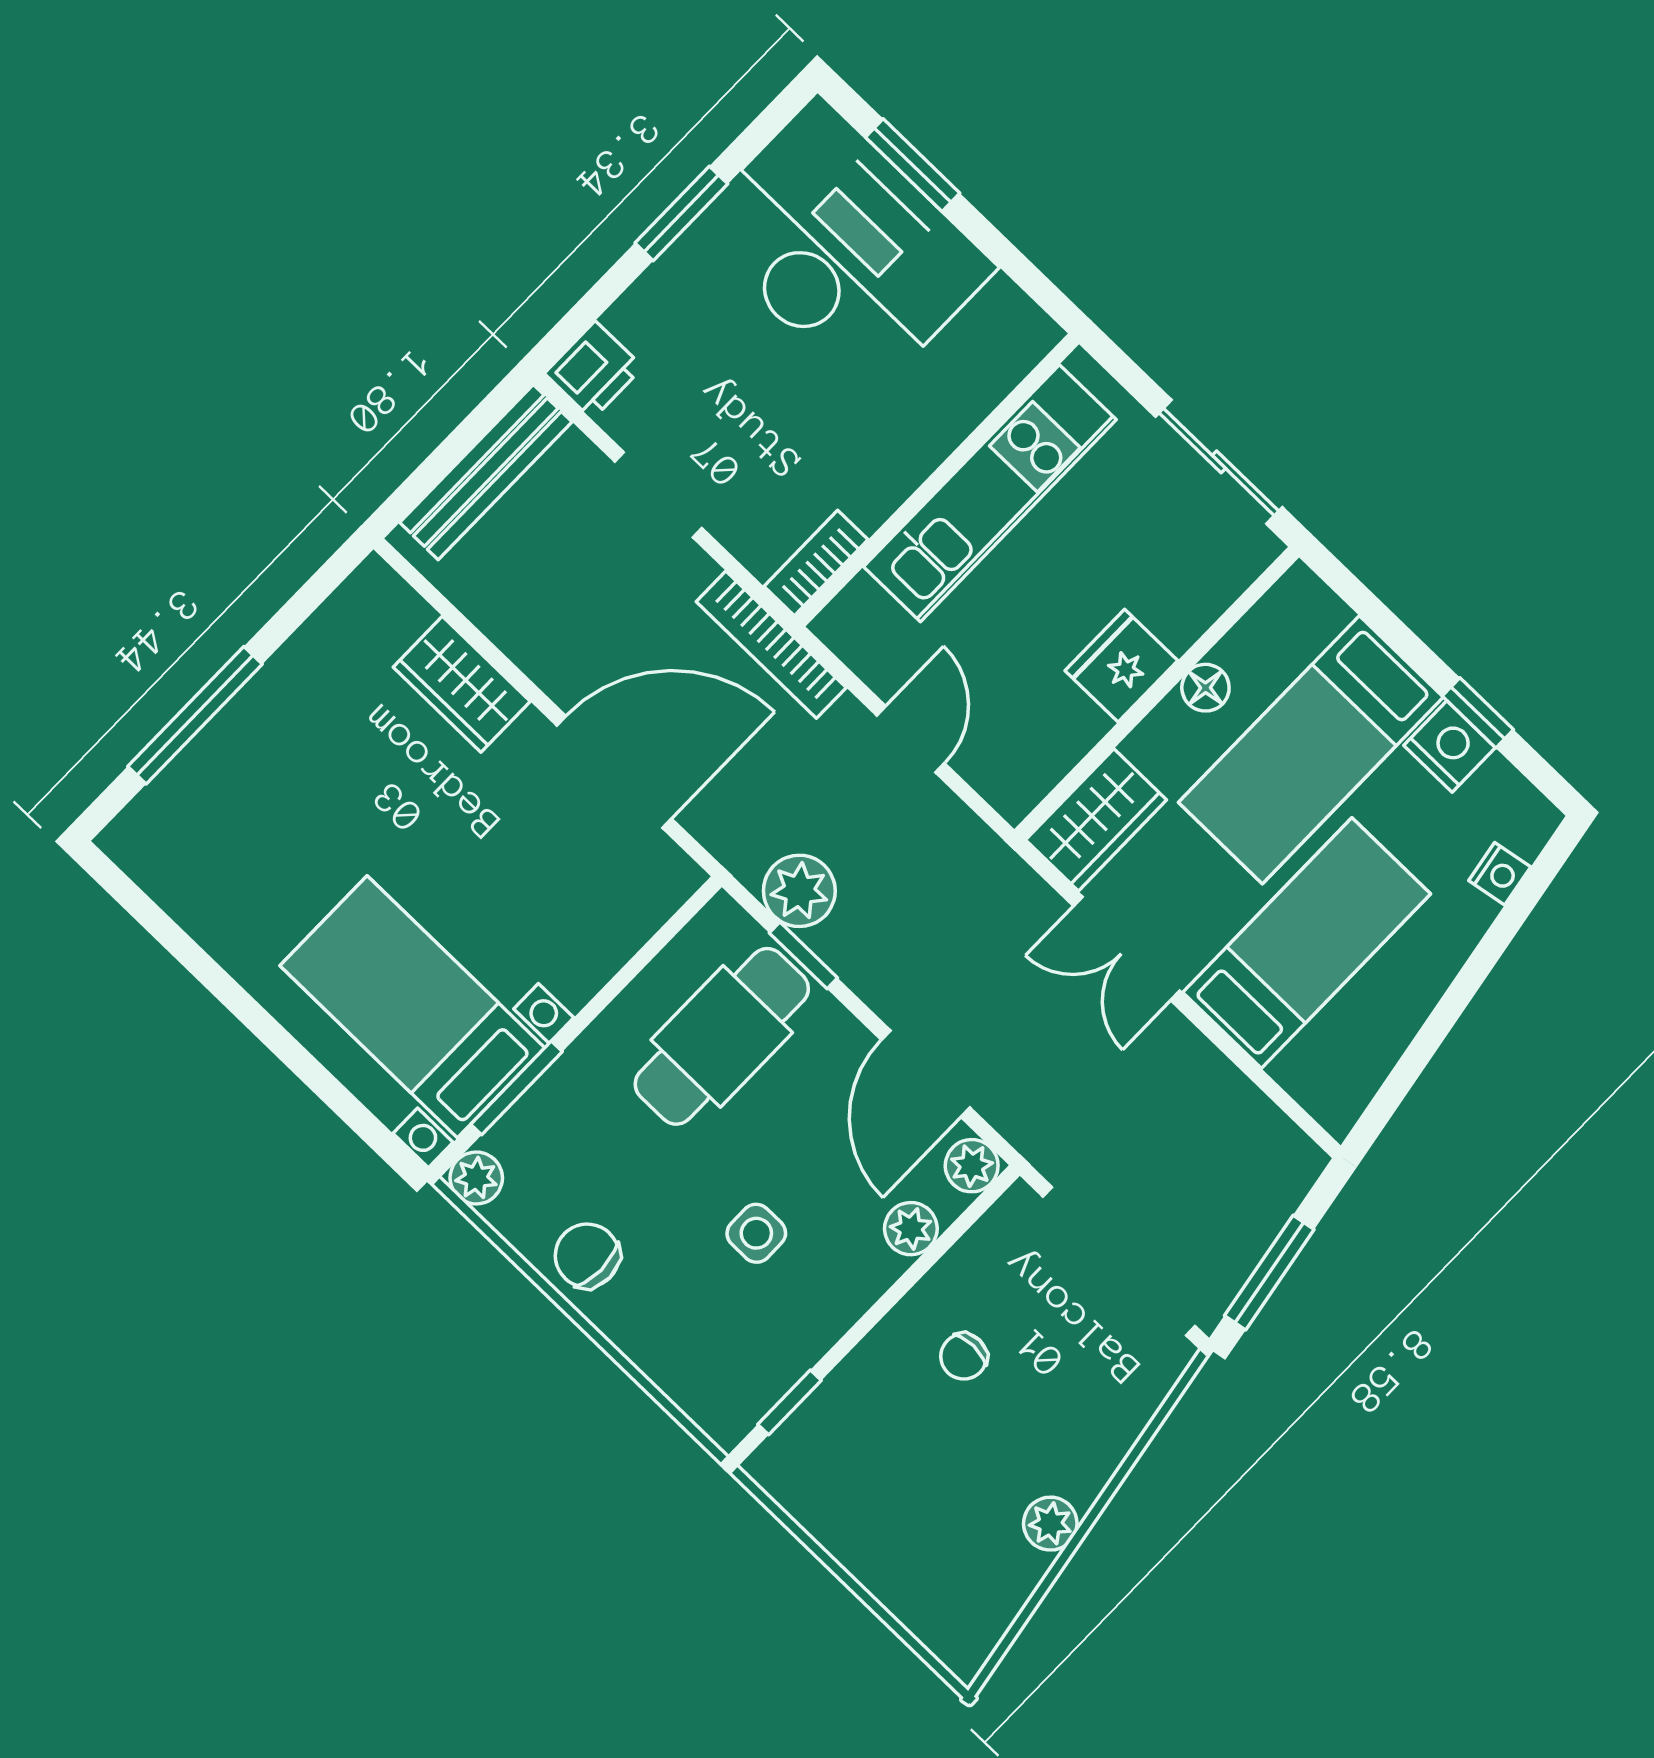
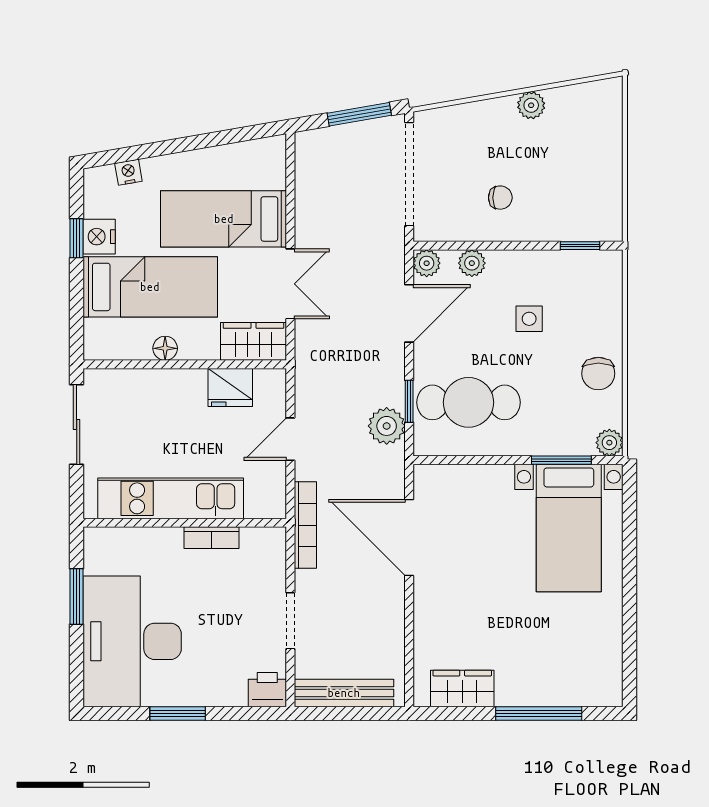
window: (913, 165) -> (77, 597), moved
bookcase: (816, 563) -> (211, 538), moved
fridge: (1121, 666) -> (230, 387), moved
wardrobe: (462, 684) -> (462, 689), moved, turned -90

